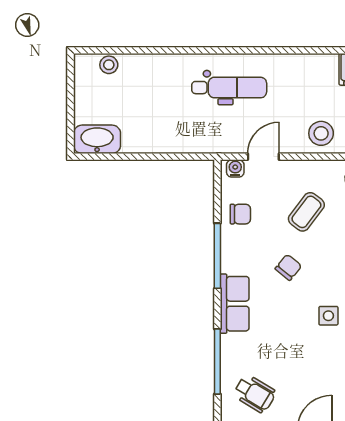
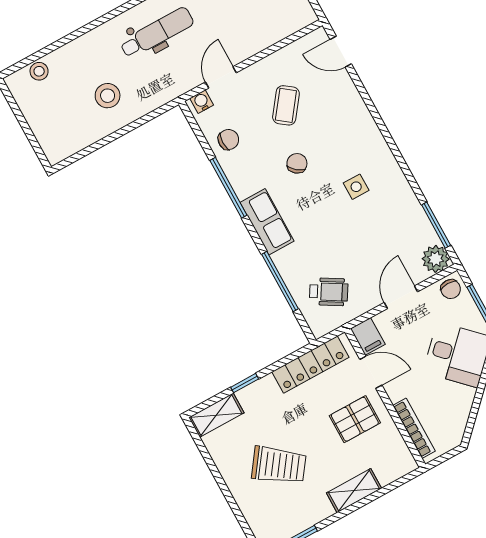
stool: (321, 133) -> (108, 96), moved
washbasin: (97, 139) -> (65, 143), removed

